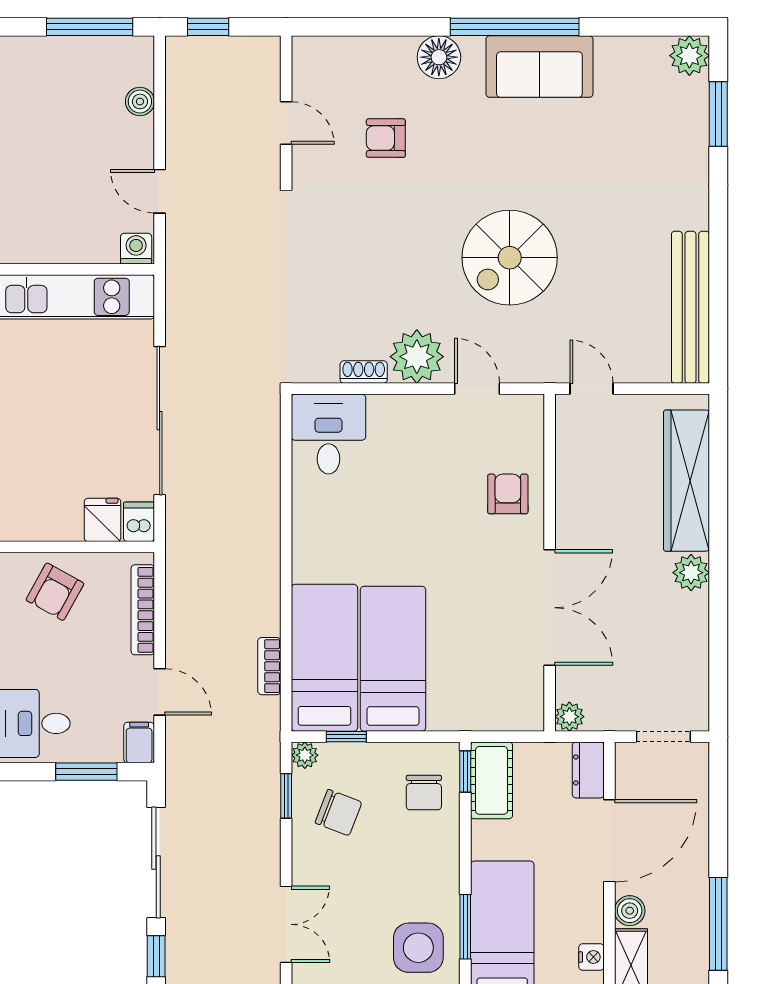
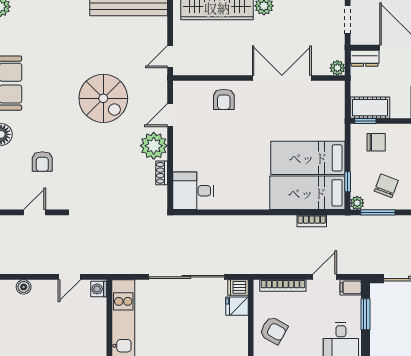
armchair: (508, 494) -> (224, 99), turned -90
window: (286, 796) -> (378, 212), width x1.50

